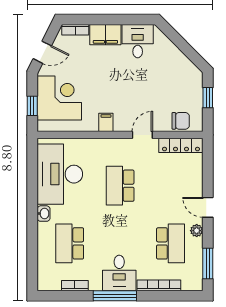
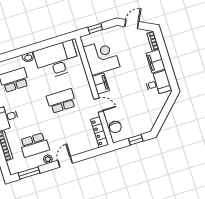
door: (42, 52) -> (132, 24), swing flipped
corner desk: (59, 98) -> (101, 57), moved, turned -90
filing cabinet: (106, 122) -> (101, 84), width x2.00

